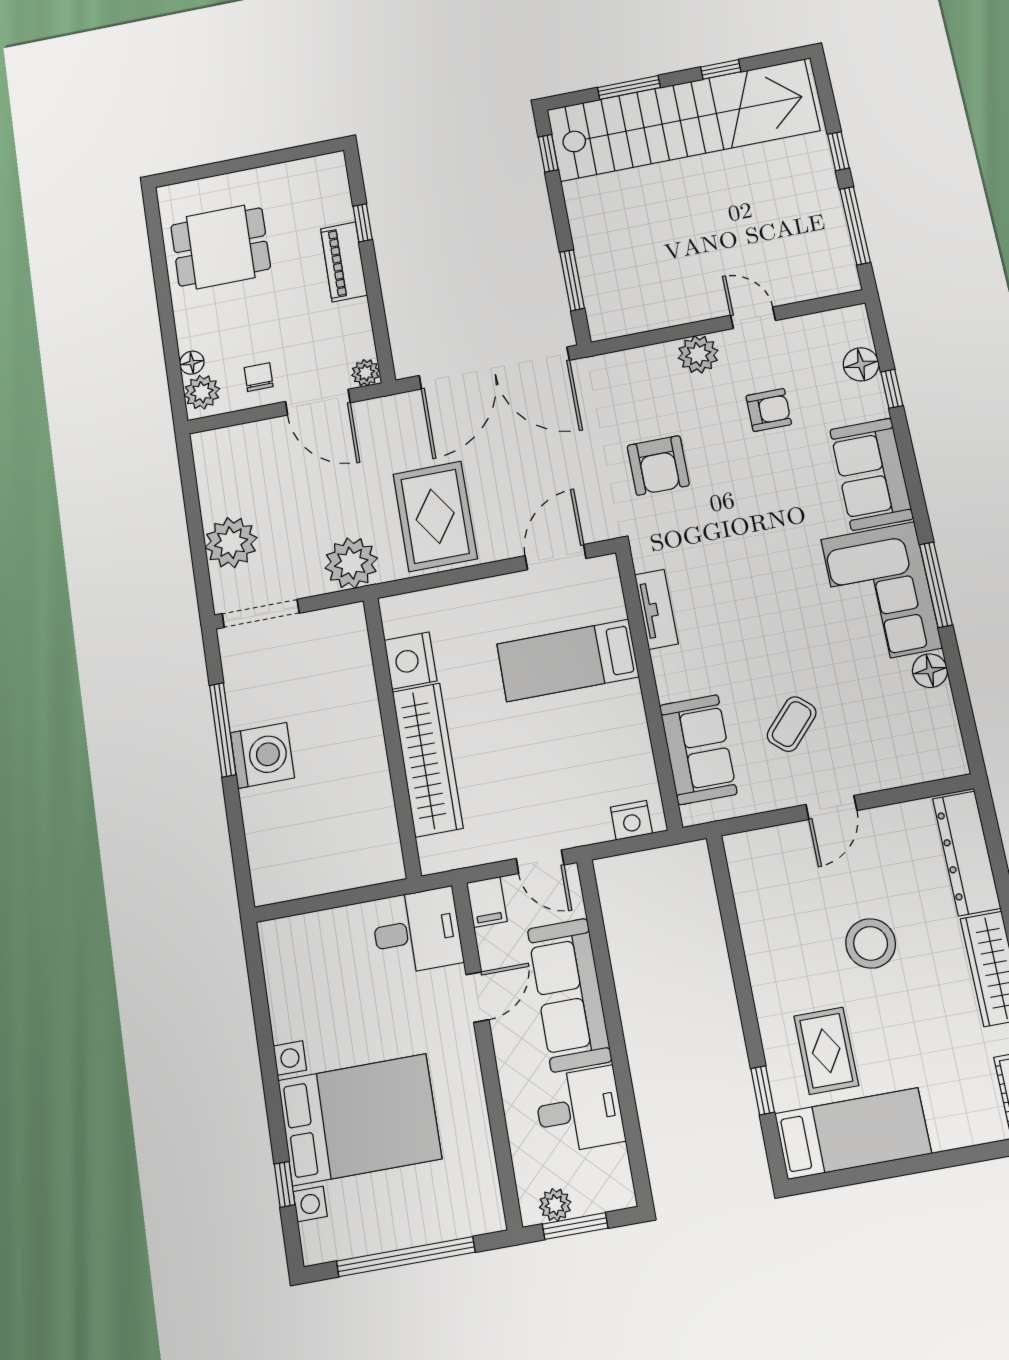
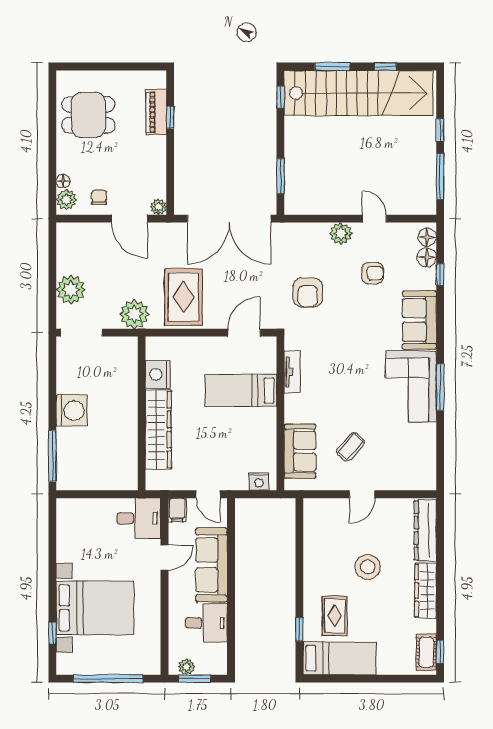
piano: (344, 262) -> (156, 112), moved
floor lamp: (930, 671) -> (427, 237), moved
window: (223, 730) -> (52, 456), moved

